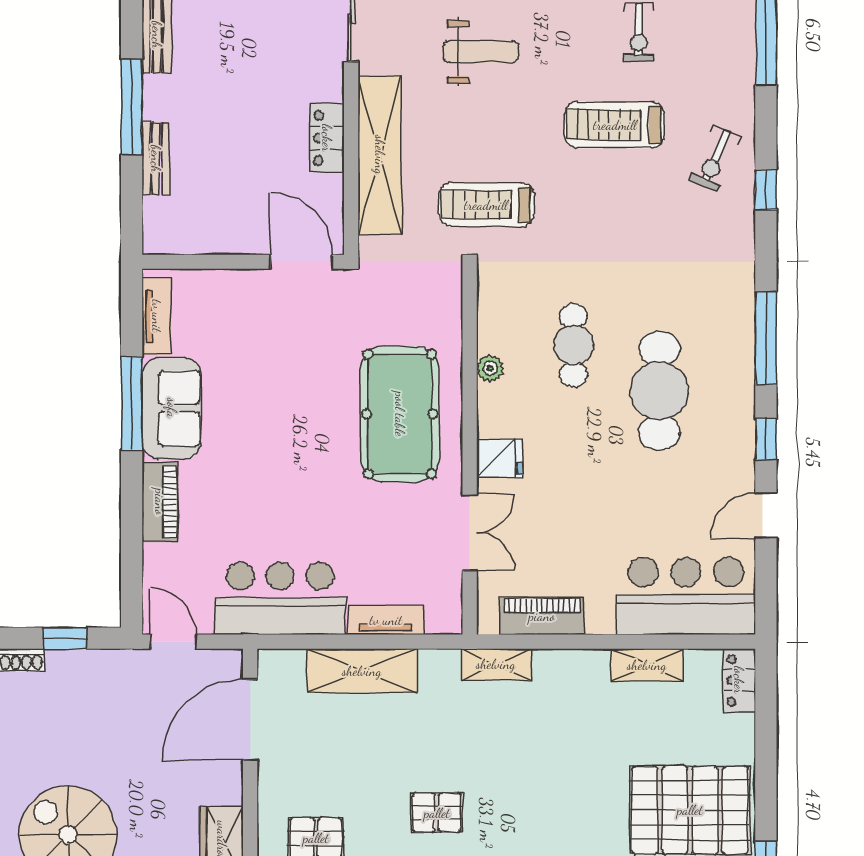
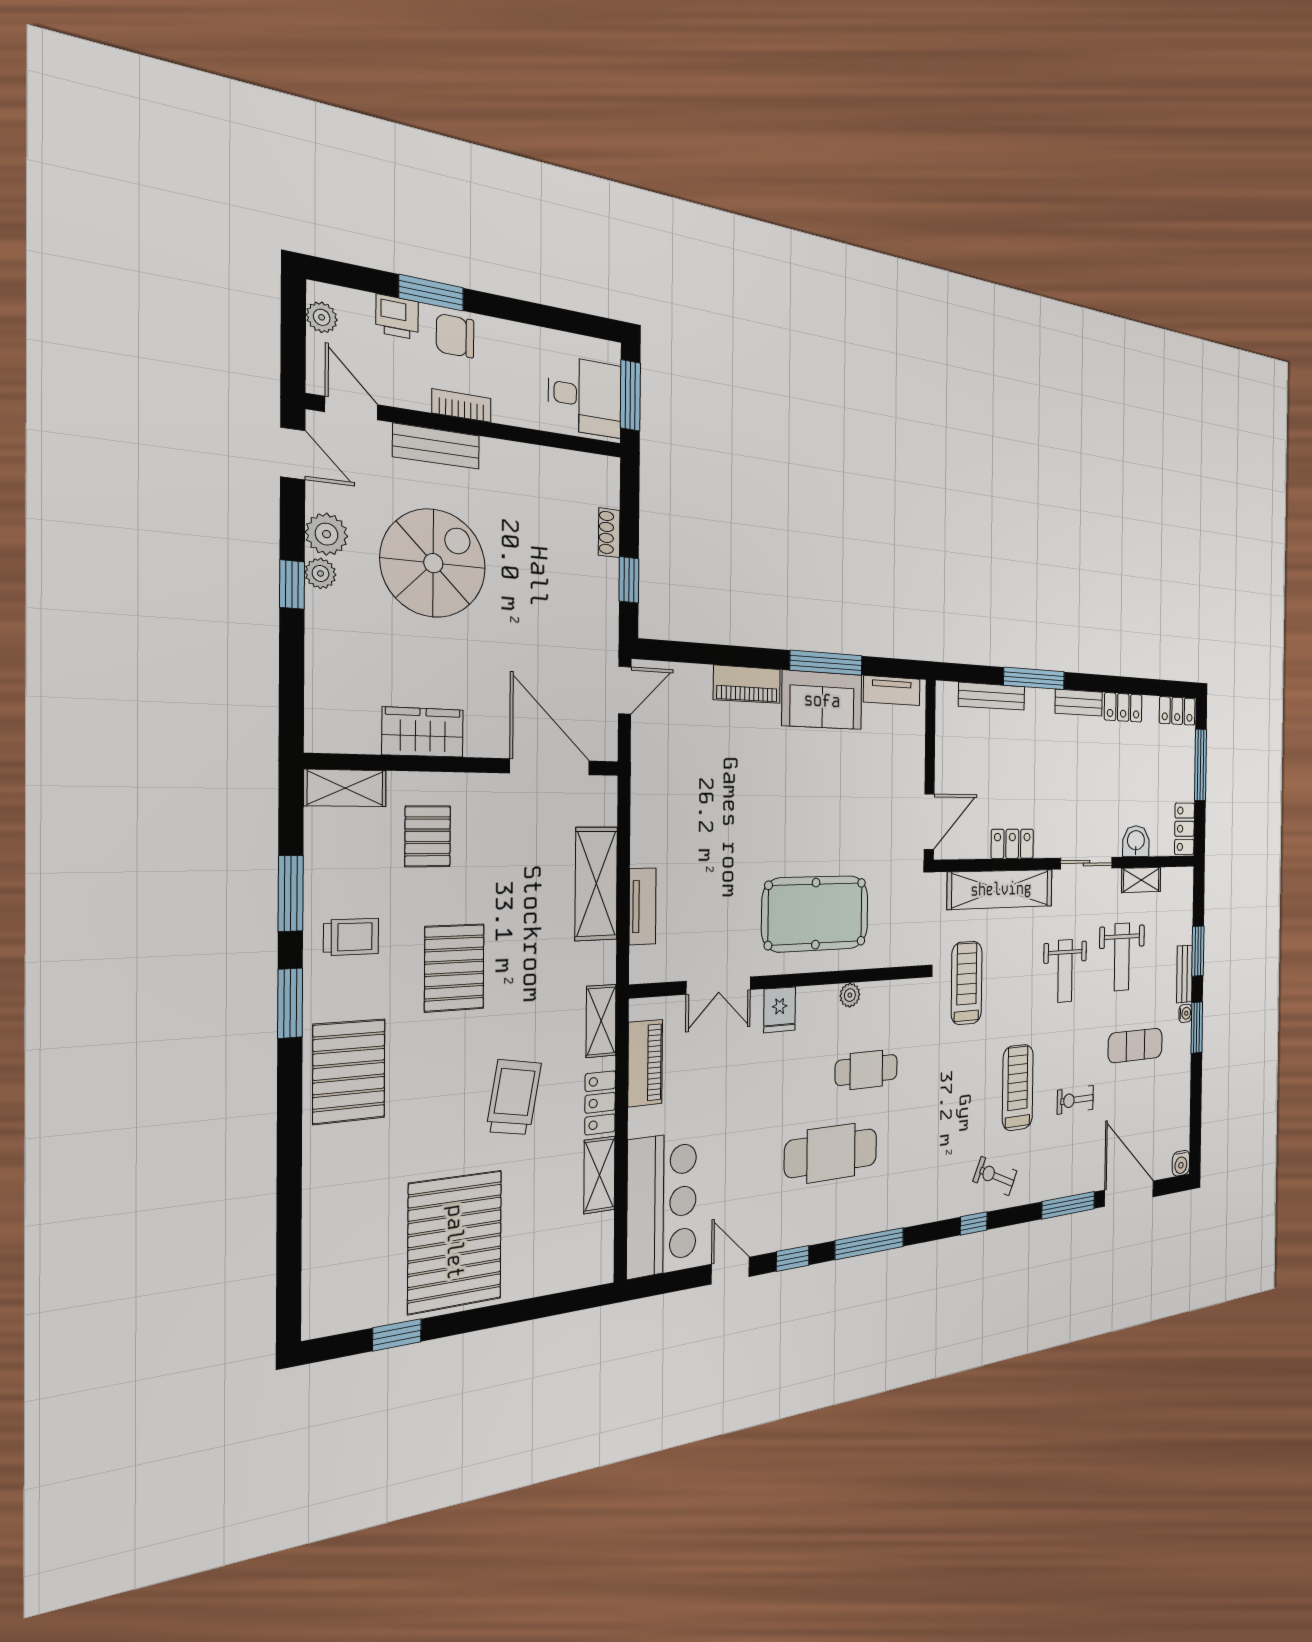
bench: (156, 159) -> (992, 696), width x1.36
bar counter: (280, 598) -> (663, 800), removed
locker: (739, 680) -> (600, 1103), moved, turned -90
trolley: (562, 754) -> (514, 1097), added
pallet: (437, 813) -> (454, 968), width x1.50, depth x1.42

